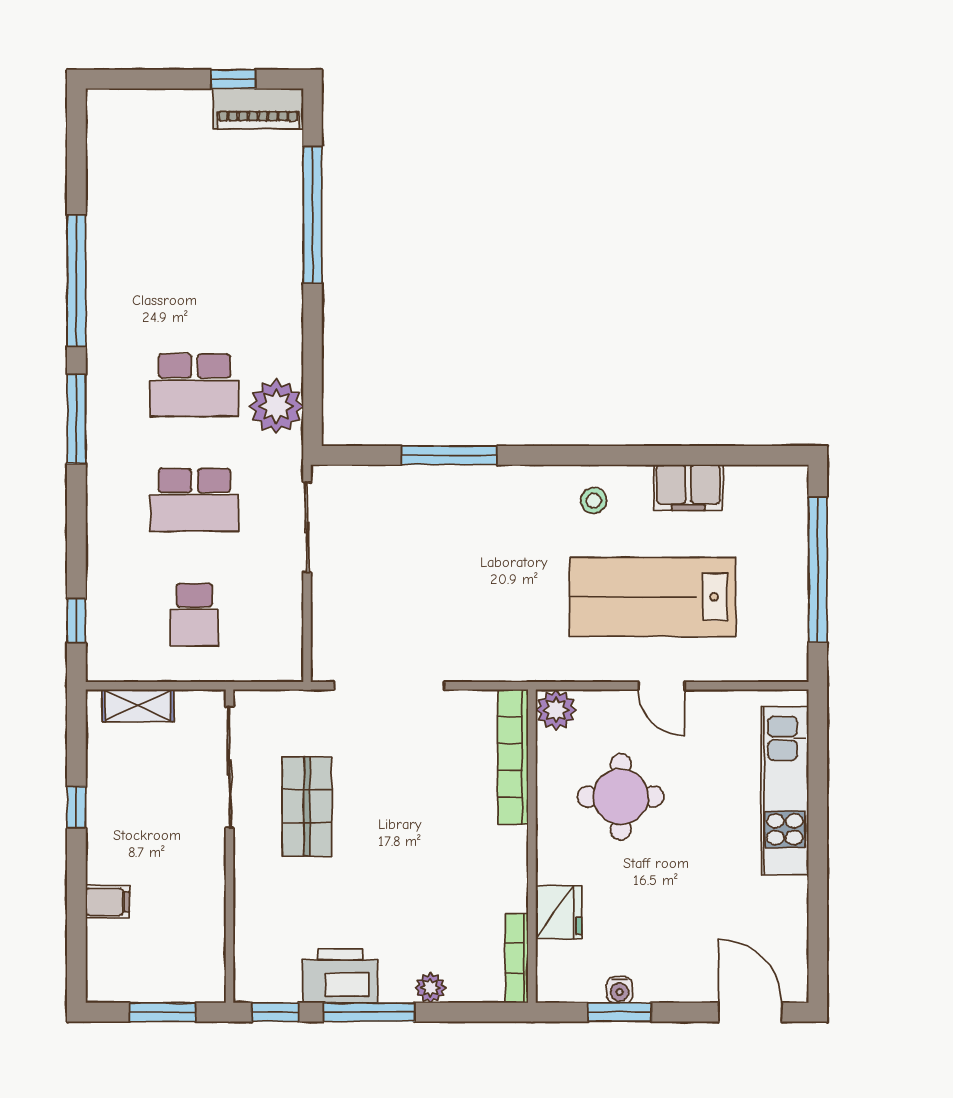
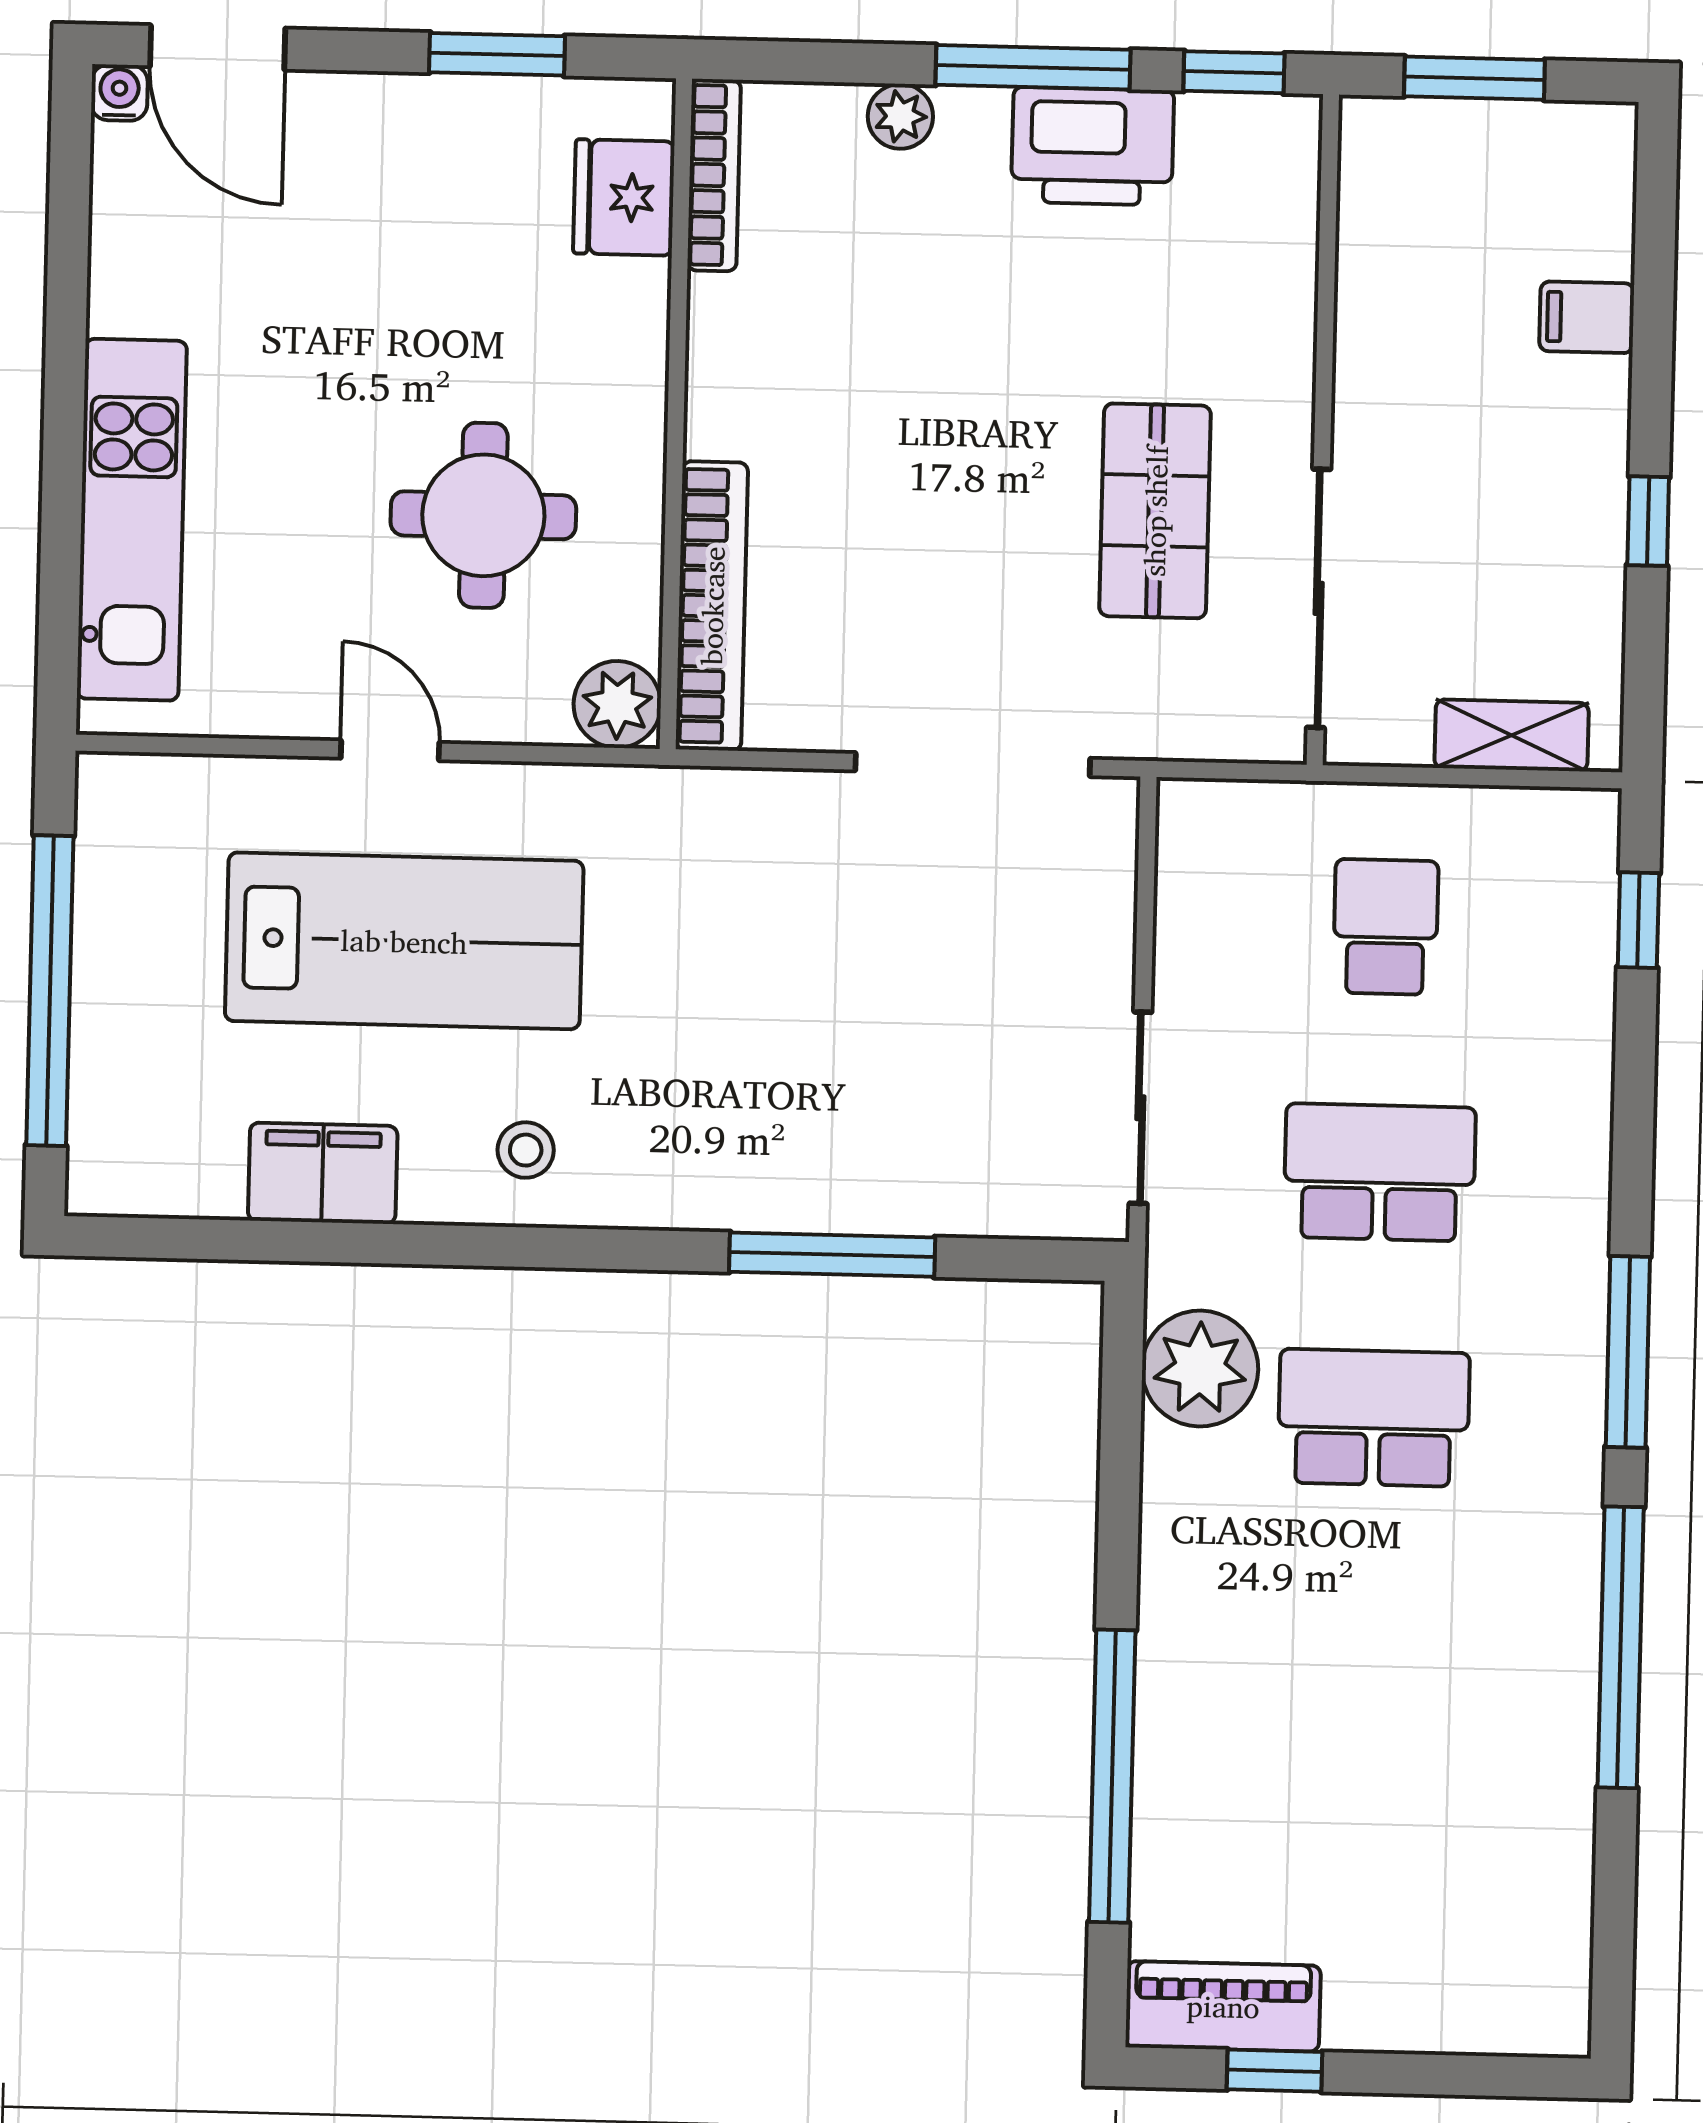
fridge: (559, 912) -> (624, 197), moved
water cooler: (620, 990) -> (119, 93), moved

